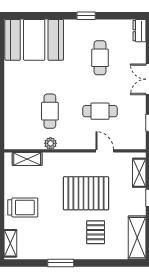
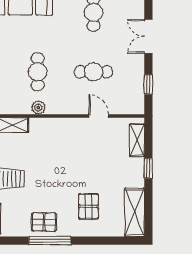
pallet: (86, 193) -> (44, 222), moved, width x0.49, depth x0.50
window: (61, 263) -> (50, 241), width x1.44

